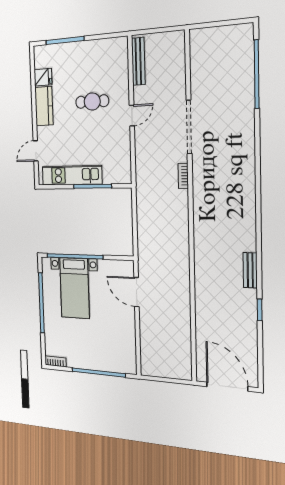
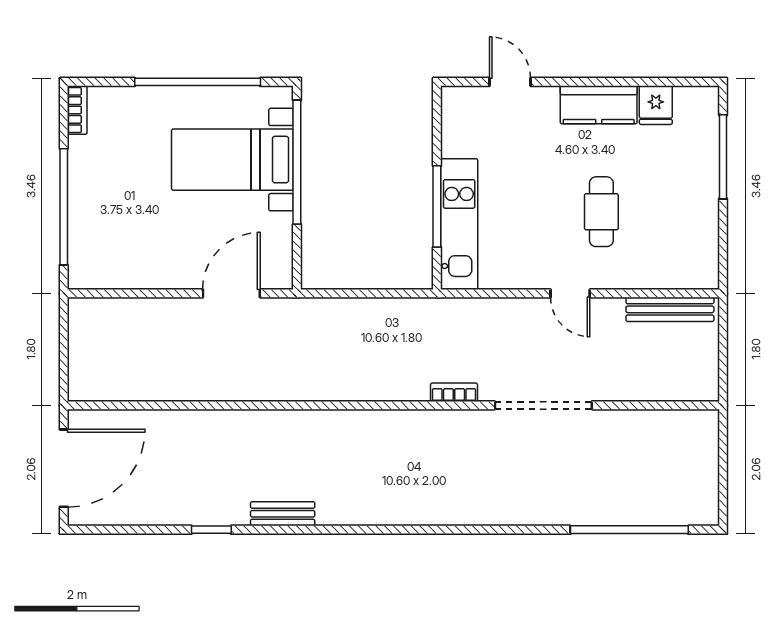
kitchen unit: (72, 175) -> (459, 224), moved

